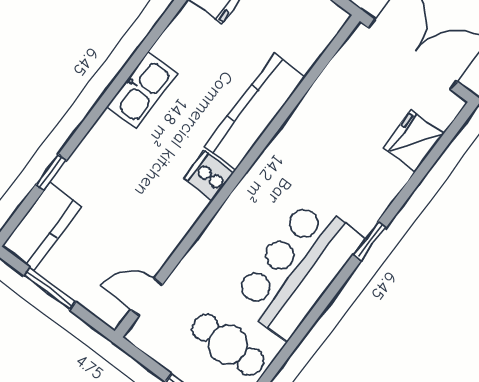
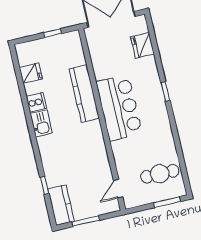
kitchen sink: (142, 90) -> (41, 123), width x0.73
cooker: (209, 176) -> (36, 102), moved, turned 180
bar counter: (298, 269) -> (119, 108), moved, turned 180

